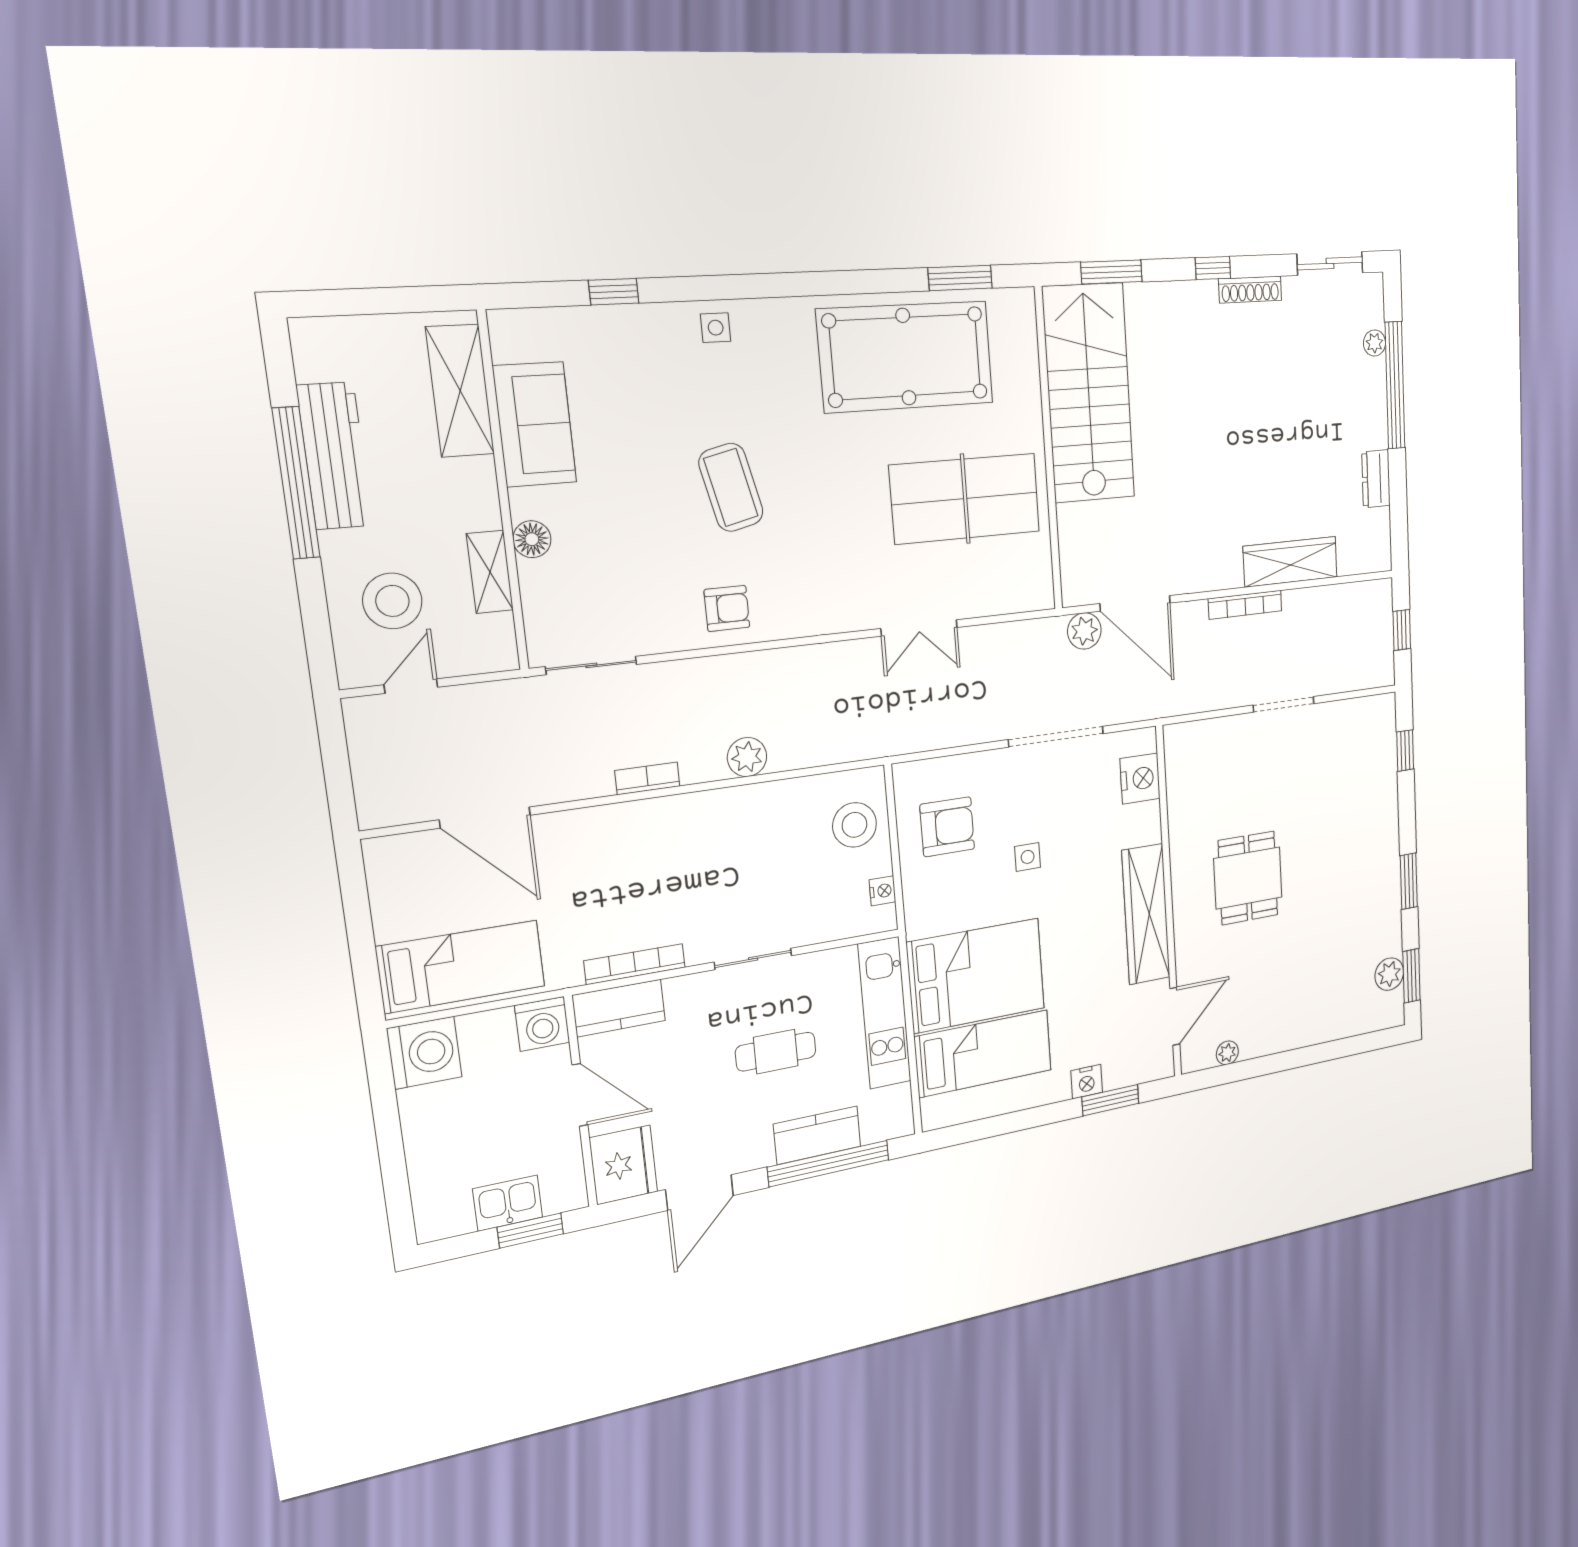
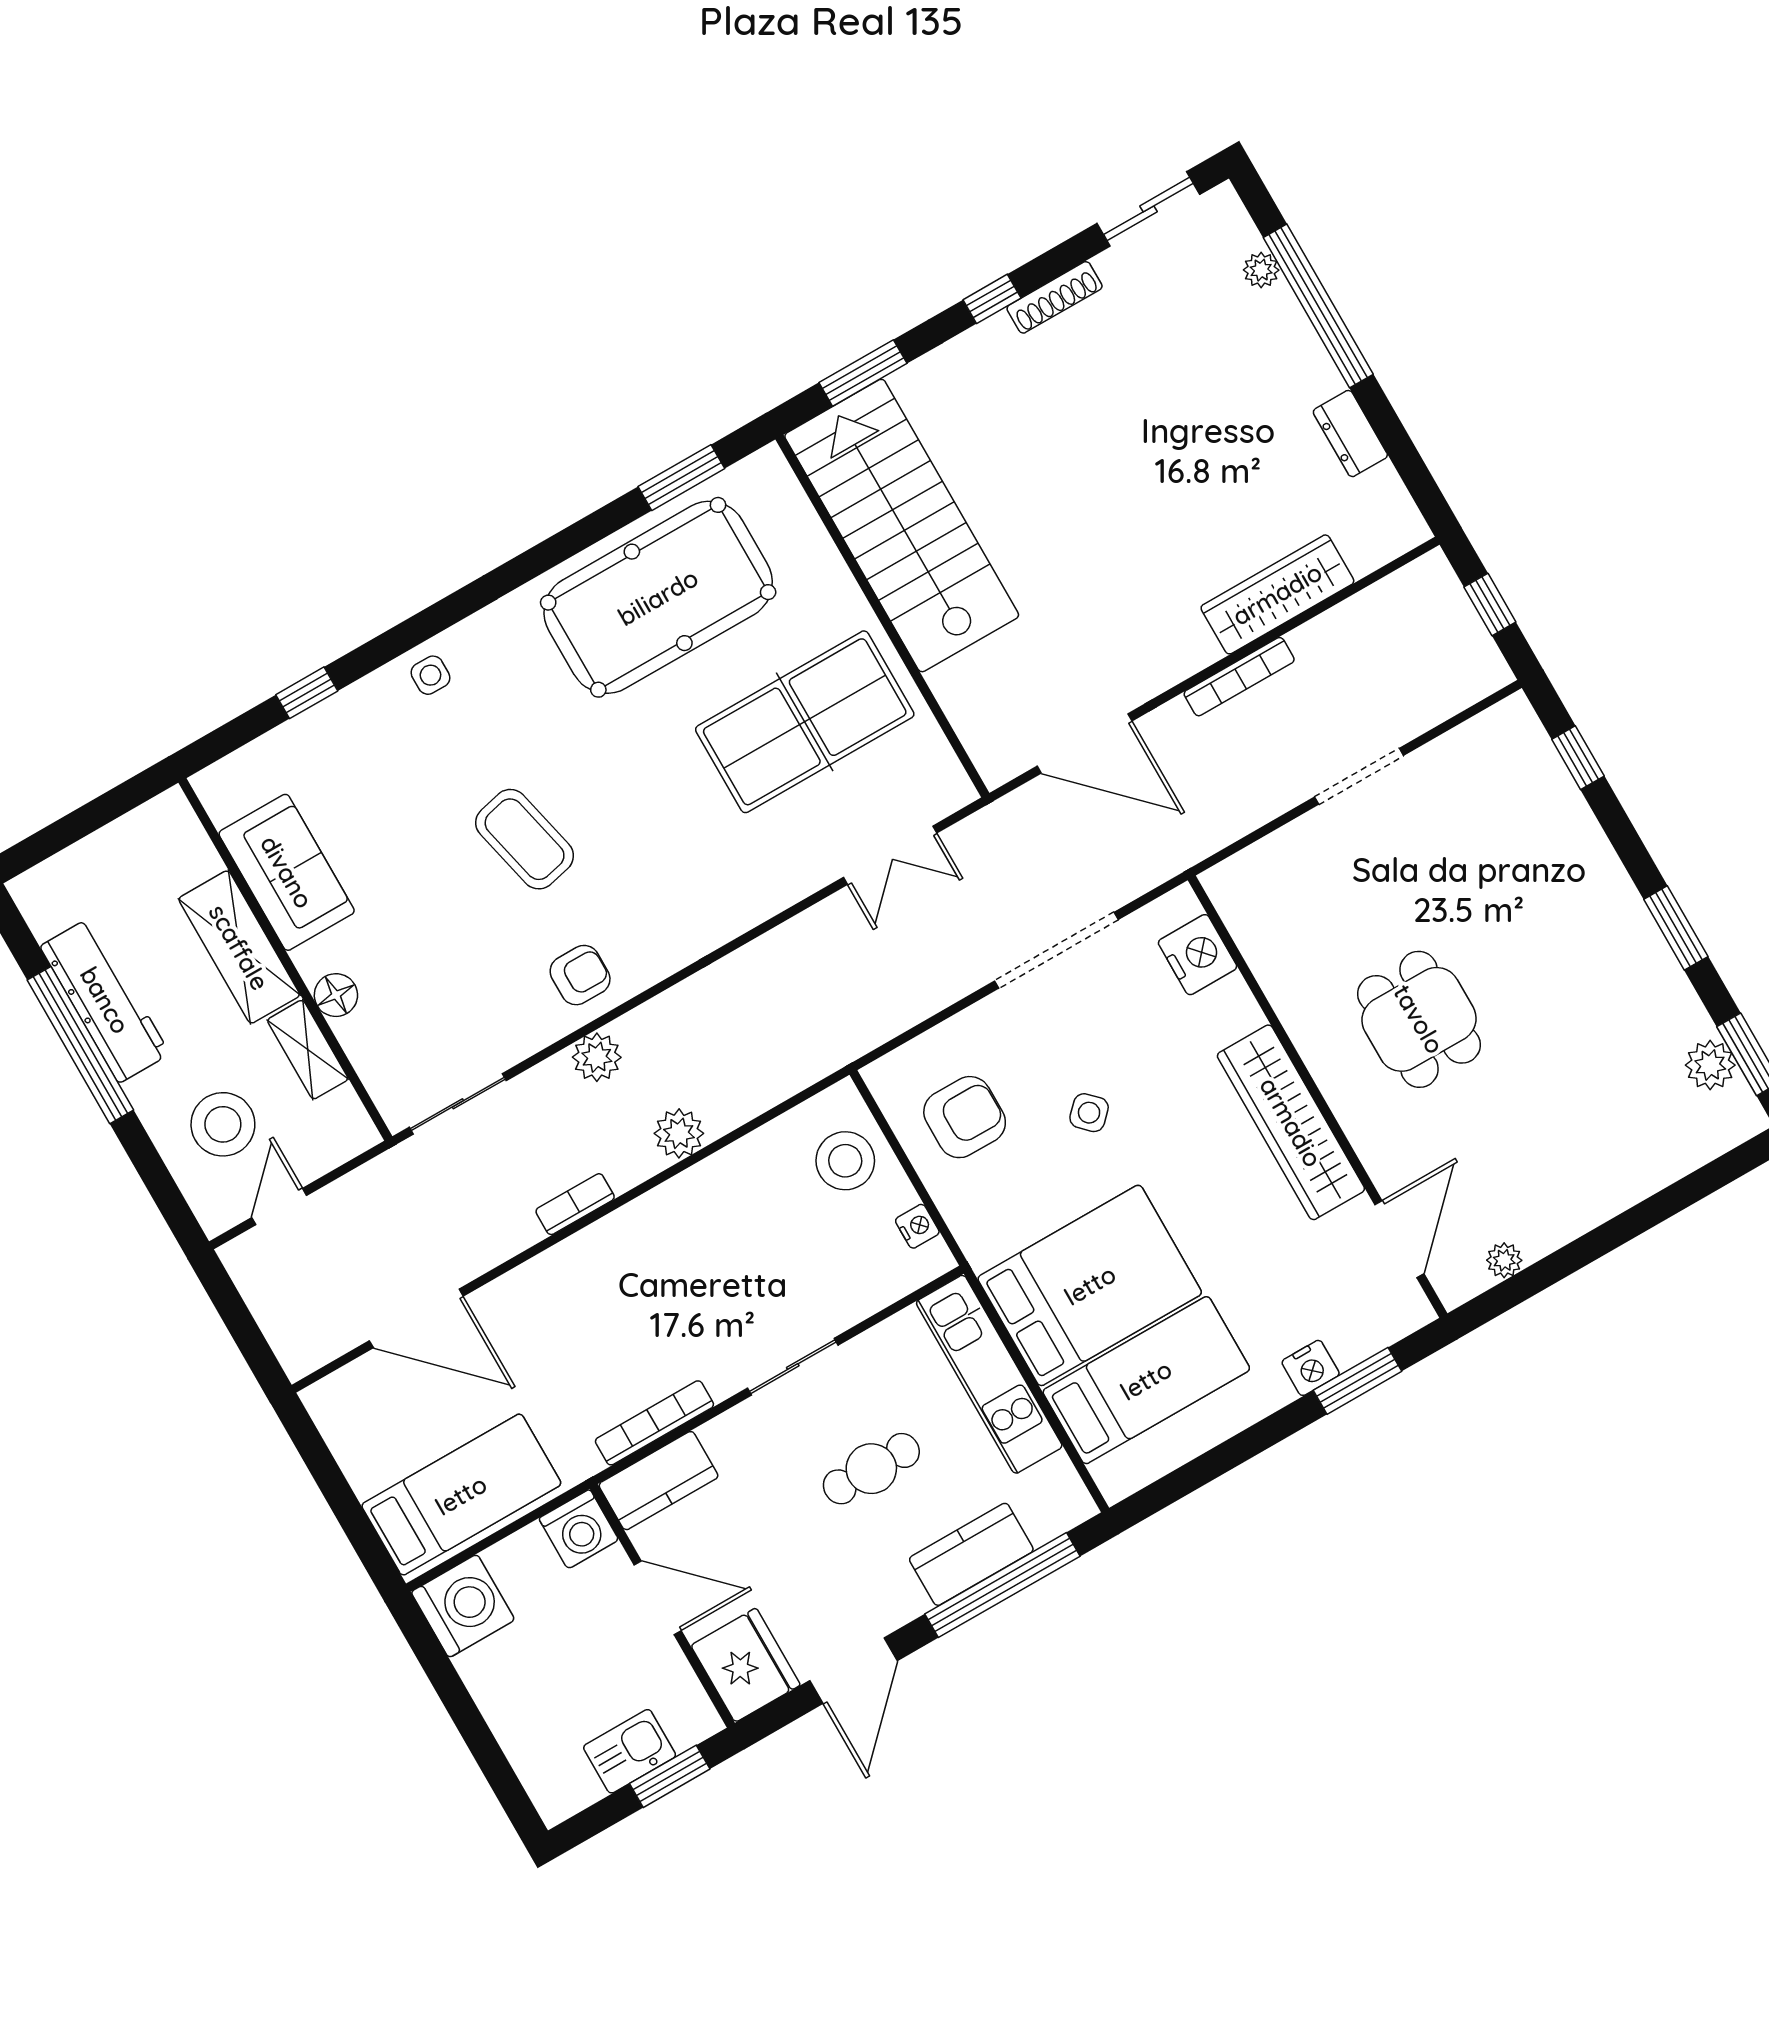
shelving: (460, 391) -> (239, 947), moved
double door: (919, 628) -> (890, 855), moved
plant: (1084, 631) -> (597, 1057), moved
side table: (1028, 857) -> (1089, 1113), turned 45

